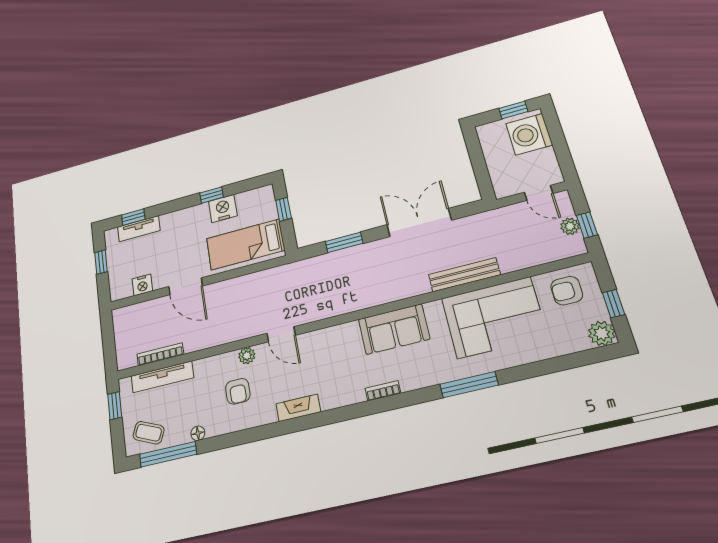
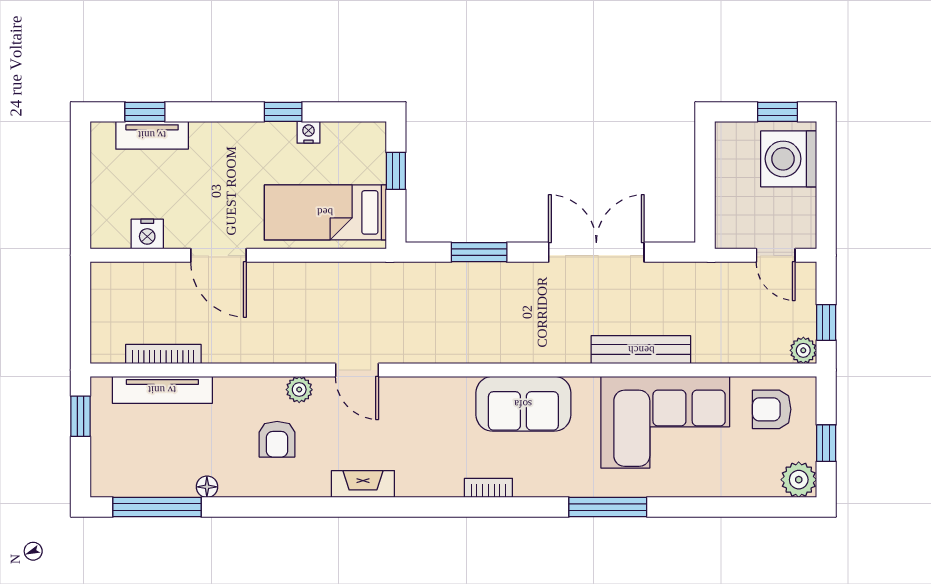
nightstand: (223, 208) -> (309, 132), width x0.53, depth x0.56
plant: (570, 226) -> (803, 350), moved
window: (101, 262) -> (80, 175), removed
coffee table: (149, 433) -> (130, 469), removed

